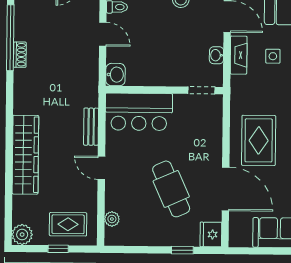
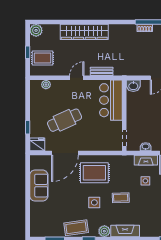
rug: (68, 224) -> (43, 58), turned 90

